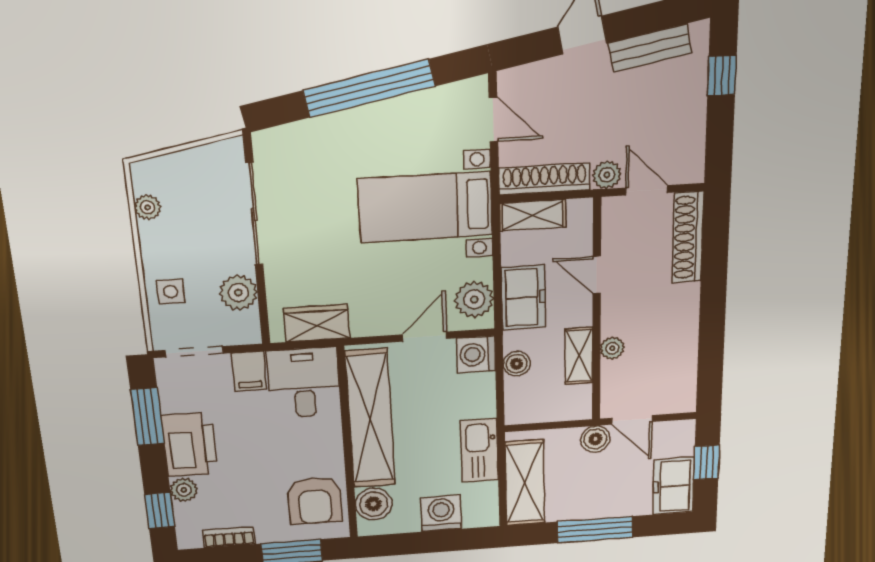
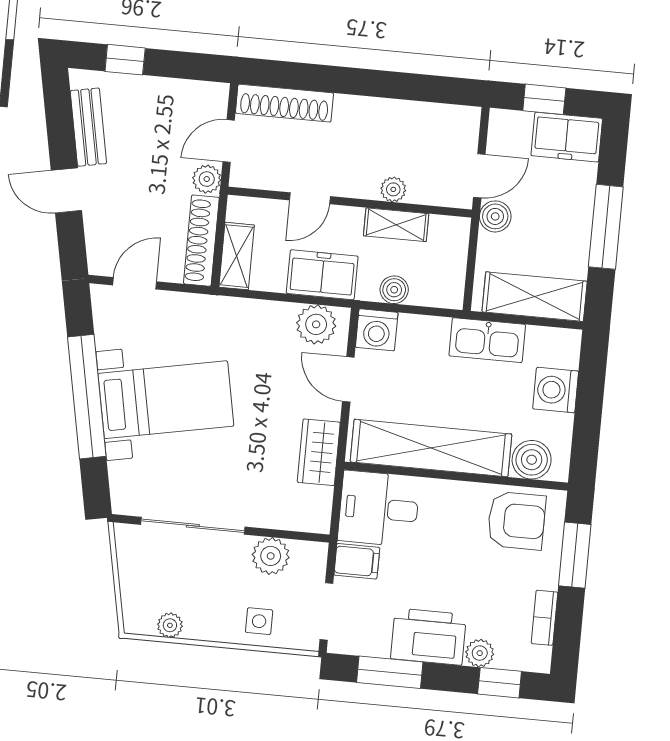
bed with nightstands: (425, 207) -> (166, 400), moved, turned -101
wardrobe: (317, 323) -> (319, 452), moved

